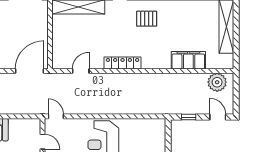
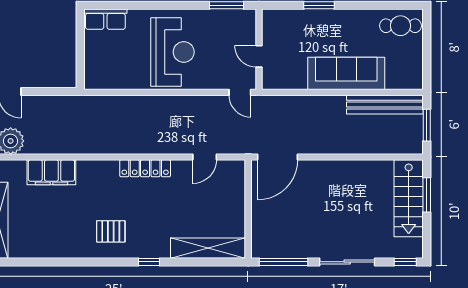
window: (189, 117) -> (51, 91), removed

